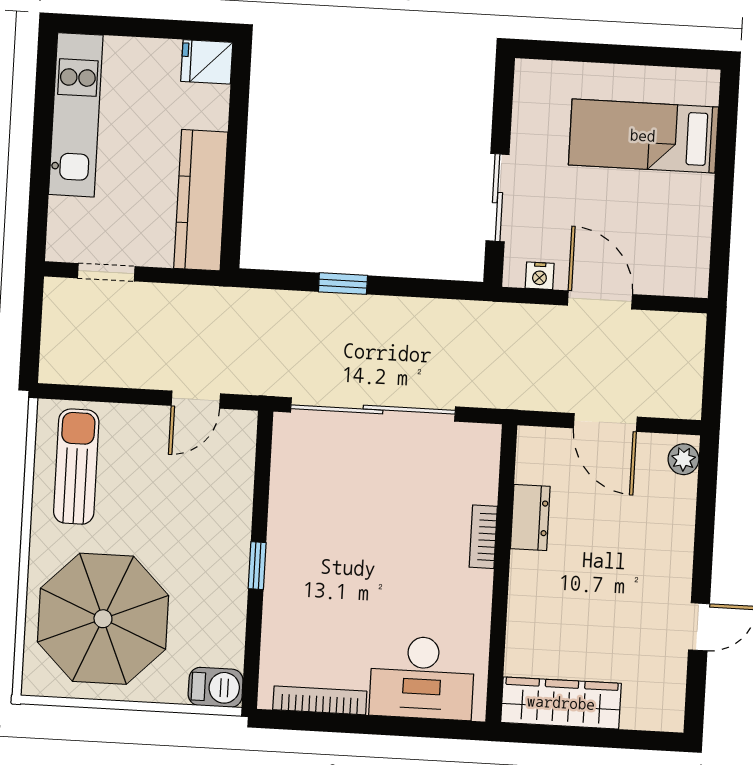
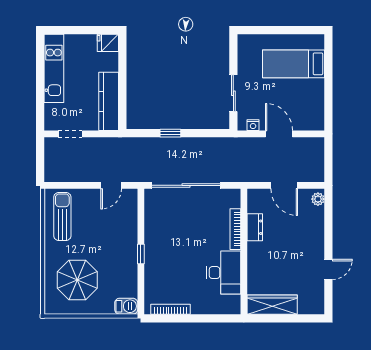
bookcase: (483, 537) -> (235, 229), width x1.56
parasol: (103, 619) -> (77, 280), width x0.73, depth x0.73
desk: (422, 678) -> (224, 273), moved, turned -90

